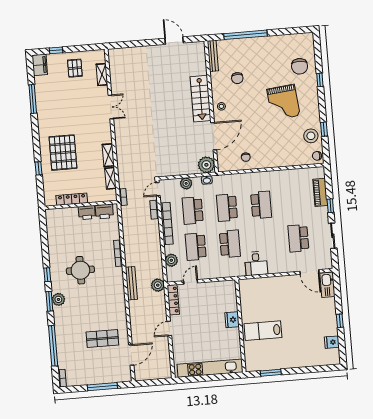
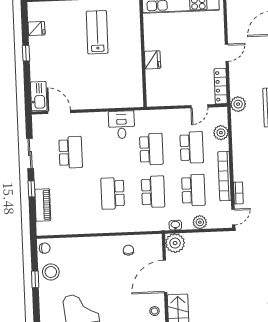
school desk: (230, 244) -> (151, 149), turned 180
lab bench: (263, 331) -> (97, 32), moved, turned -90

